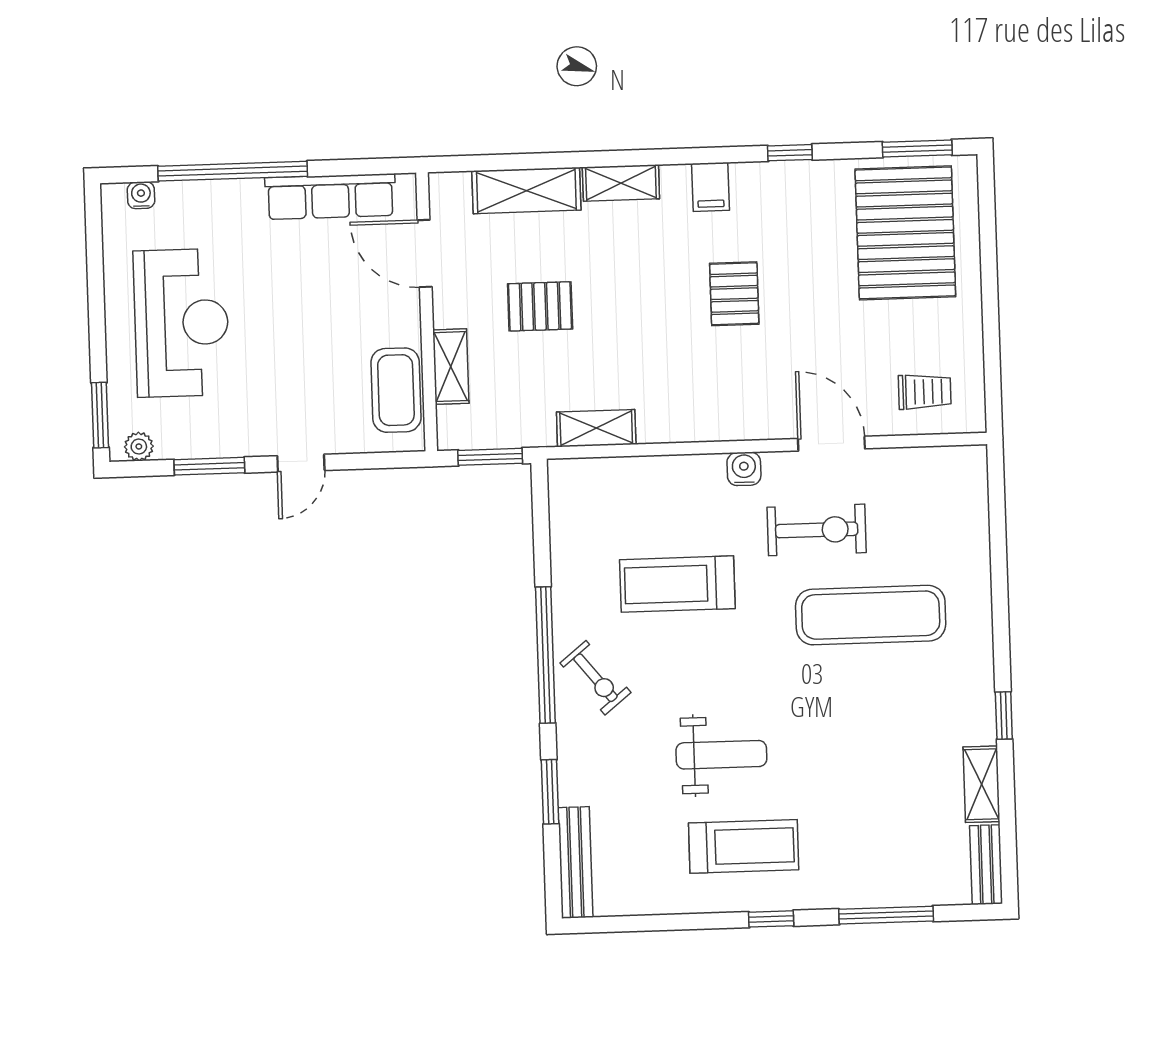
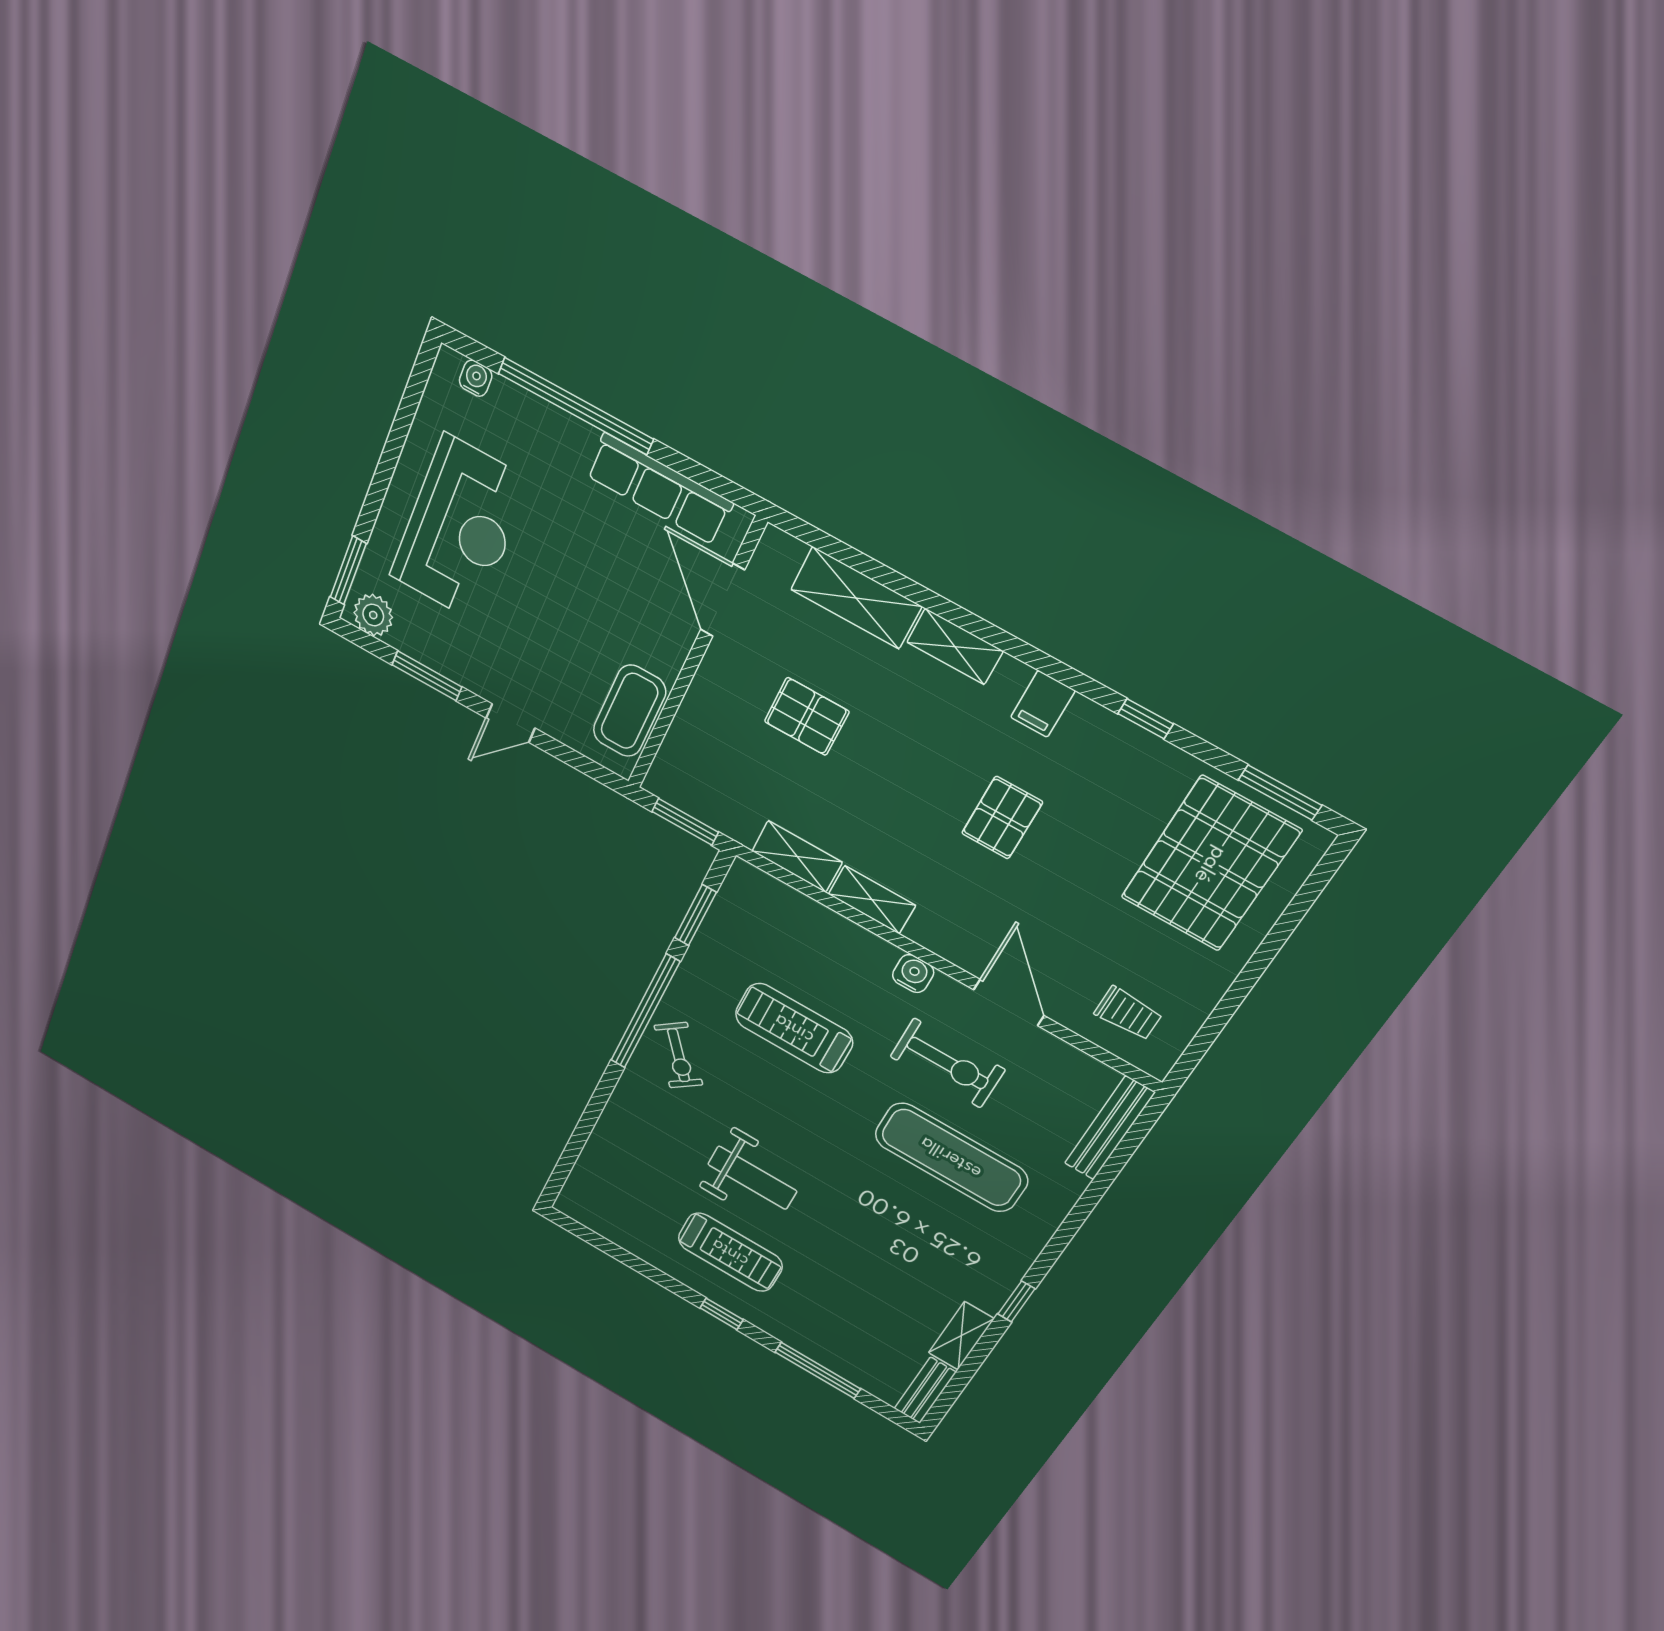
shelving: (451, 367) -> (872, 900), moved, turned 90
plant: (139, 446) -> (373, 615), width x1.38, depth x1.38
window: (550, 792) -> (695, 915), moved
bench: (575, 862) -> (1109, 1128), moved

